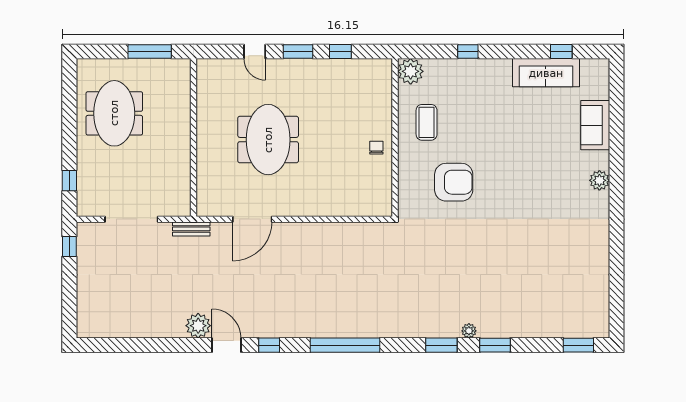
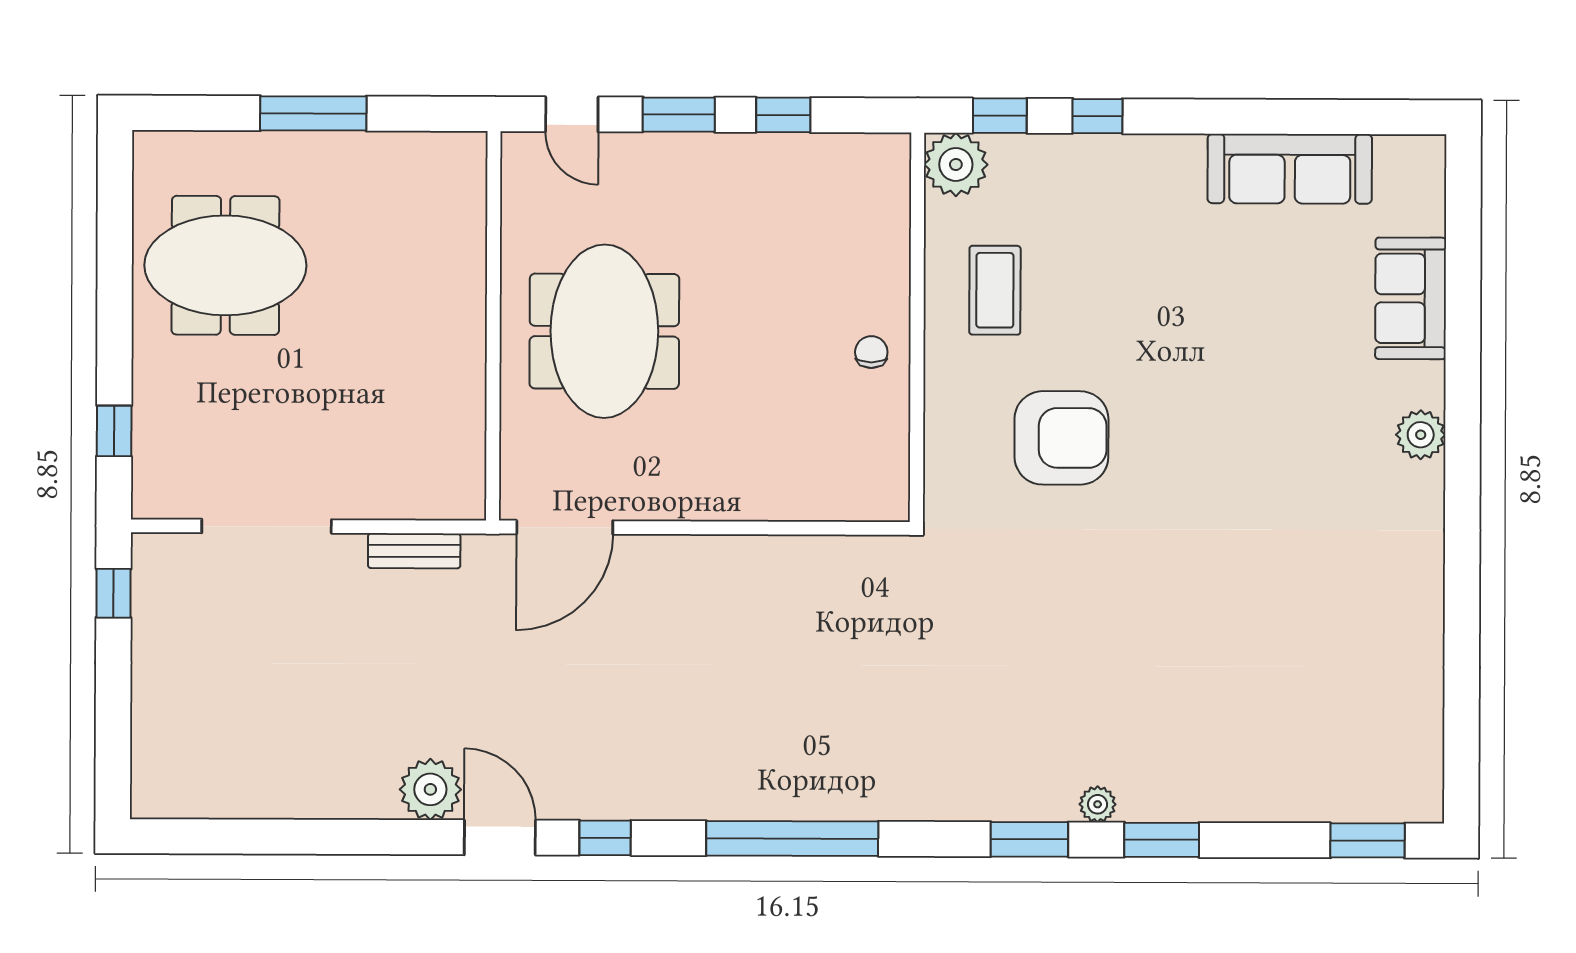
window: (561, 52) -> (1000, 116), moved
meeting table: (114, 113) -> (225, 265), turned 90
wall: (194, 138) -> (493, 326), moved

